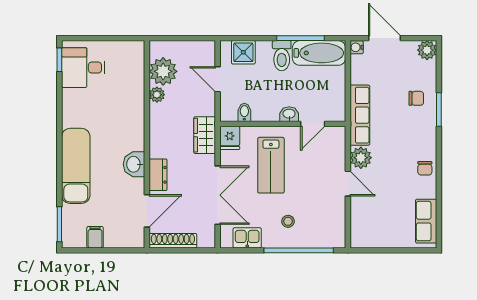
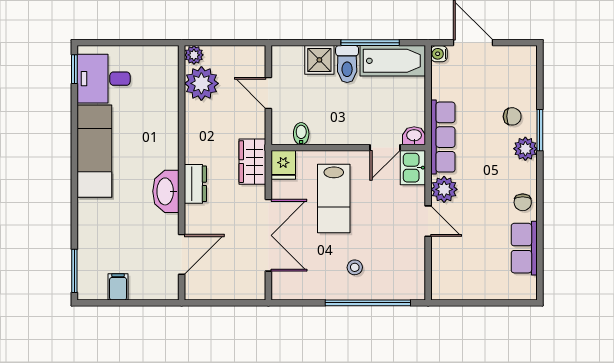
plant: (427, 50) -> (525, 149), moved
shower: (243, 52) -> (319, 60), moved
plant: (157, 95) -> (194, 55), moved
washbasin: (289, 114) -> (414, 136), moved
washbasin: (134, 164) -> (166, 191), width x1.38
exam couch: (76, 166) -> (94, 151), moved
dresser: (158, 175) -> (195, 184), moved
row of seats: (426, 221) -> (524, 248), moved
kitchen sink: (247, 238) -> (413, 168), moved, turned -90
shoe rack: (173, 241) -> (214, 291), removed

